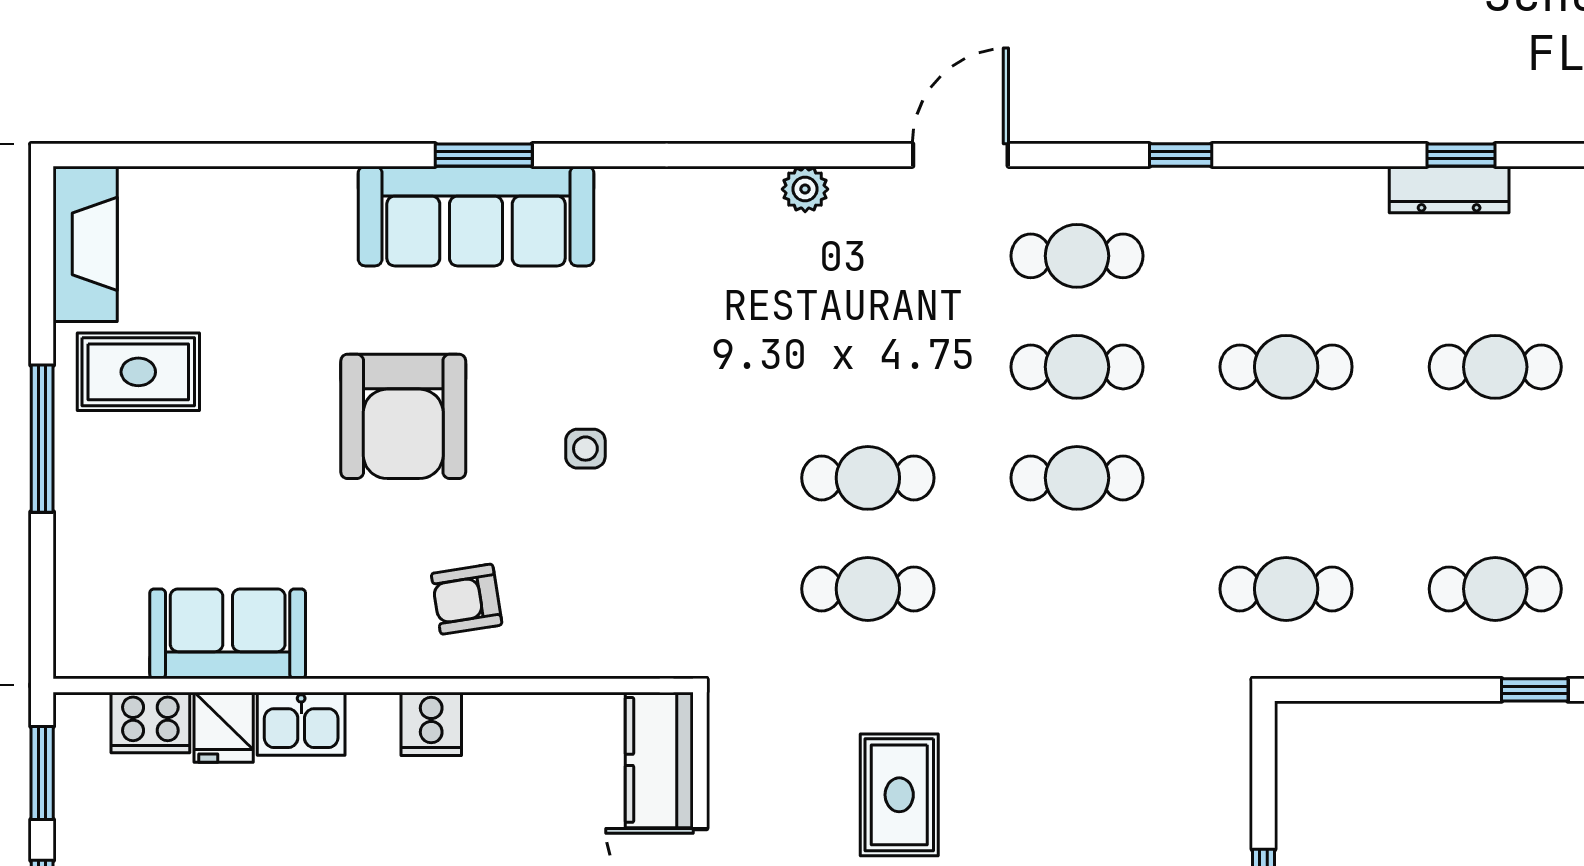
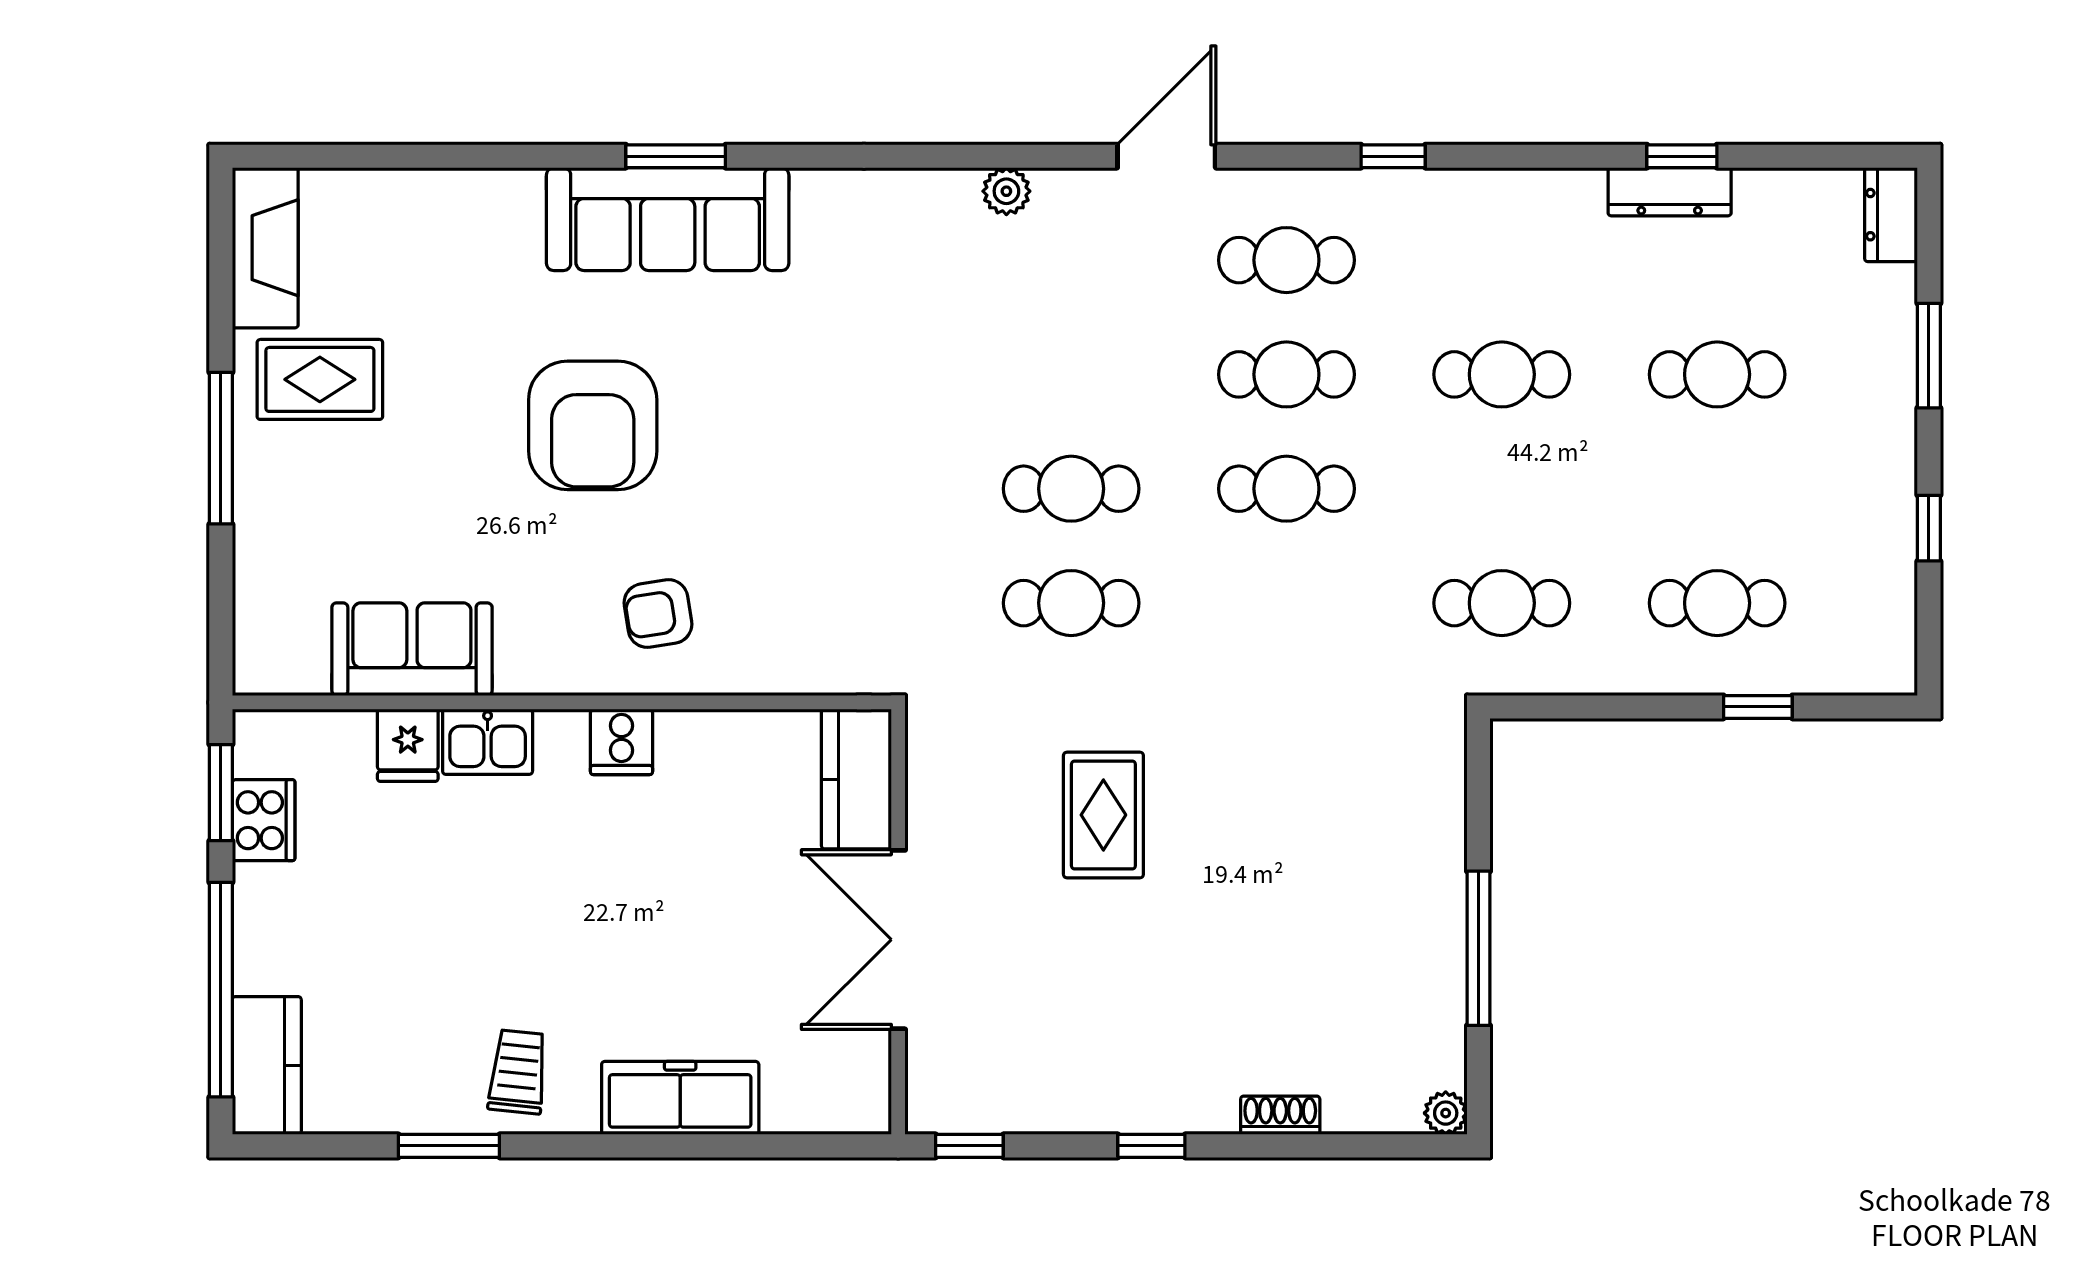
side table: (585, 449) -> (780, 459), removed
cooker: (150, 723) -> (264, 820), moved, turned -90

